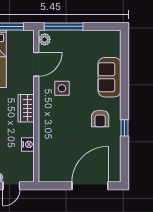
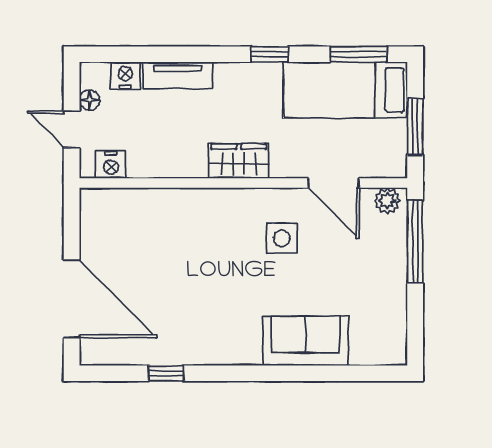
armchair: (100, 119) -> (216, 321), removed
window: (125, 128) -> (166, 373), moved
nightstand: (28, 144) -> (111, 165), moved

